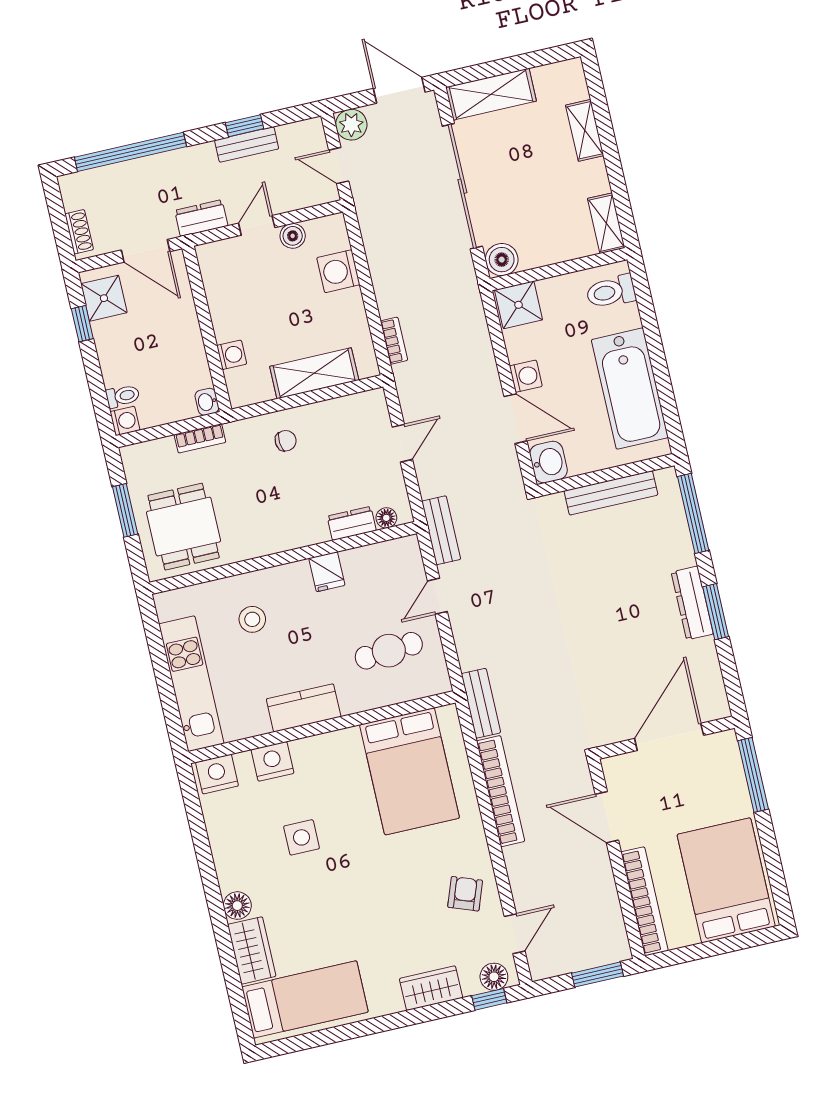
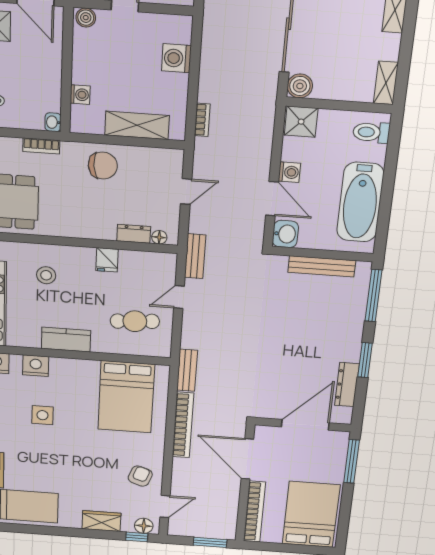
boiler: (293, 236) -> (86, 18), moved
chair: (286, 441) -> (103, 166), width x1.87, depth x1.87
dresser: (692, 603) -> (347, 385), moved
door: (607, 817) -> (247, 459), width x1.36

